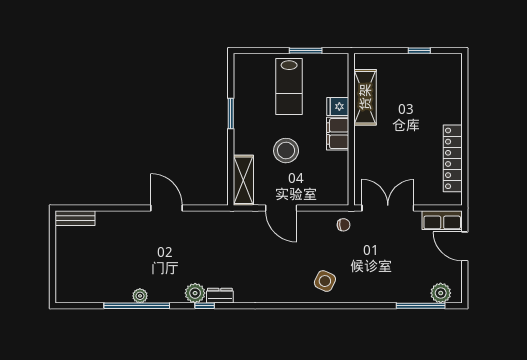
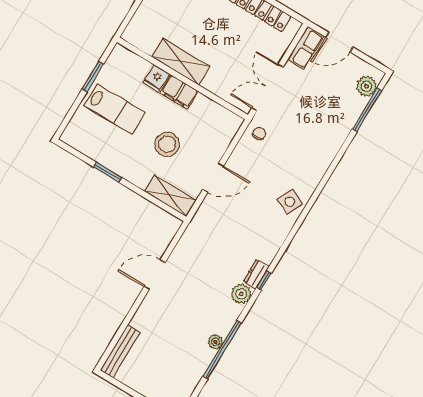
shelving: (365, 97) -> (181, 62), moved
bench: (75, 218) -> (120, 351), width x1.36
side table: (325, 281) -> (290, 202), moved
window: (205, 306) -> (264, 280), moved

